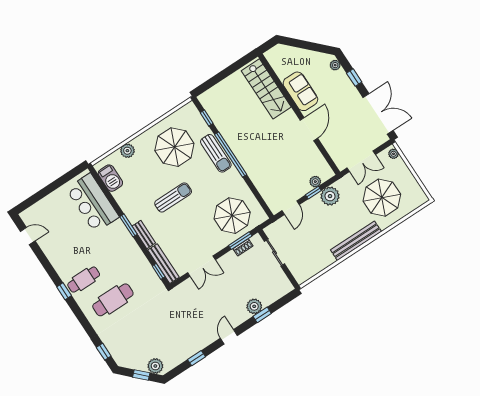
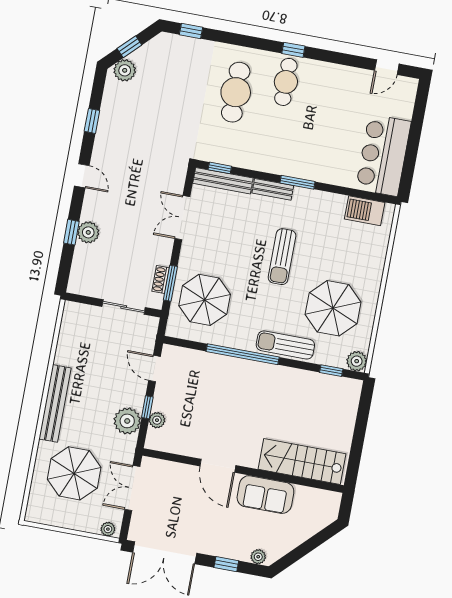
plant: (127, 151) -> (357, 361), moved
window: (231, 154) -> (243, 354), moved
bar counter: (93, 203) -> (383, 155), moved, turned -90

